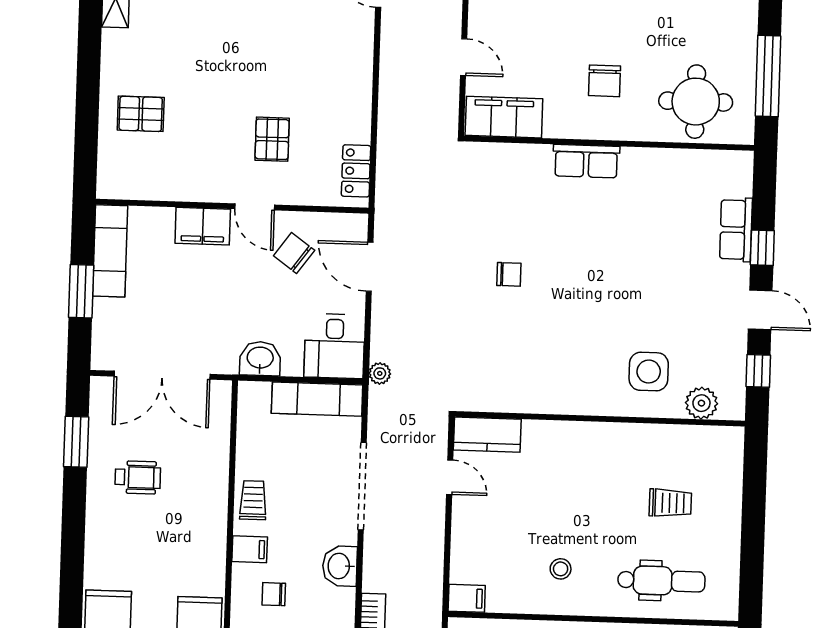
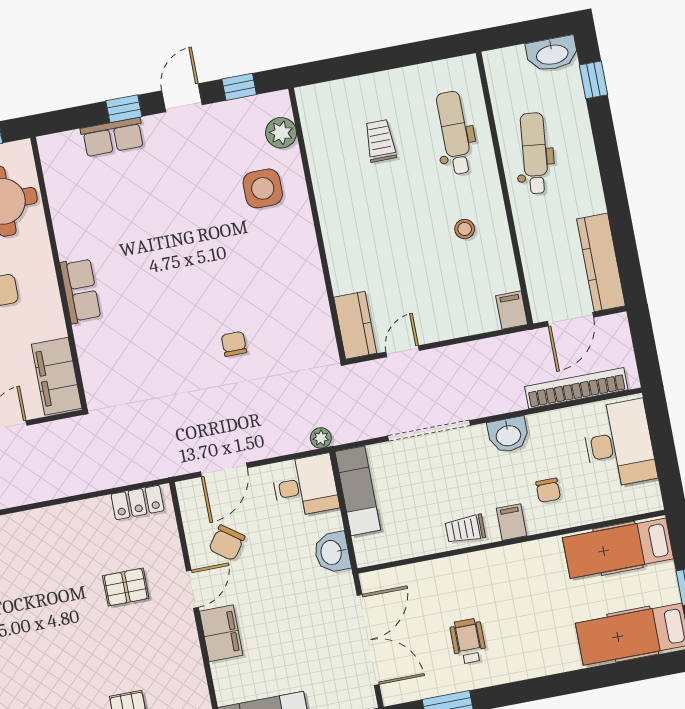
chair: (509, 274) -> (234, 344), moved

